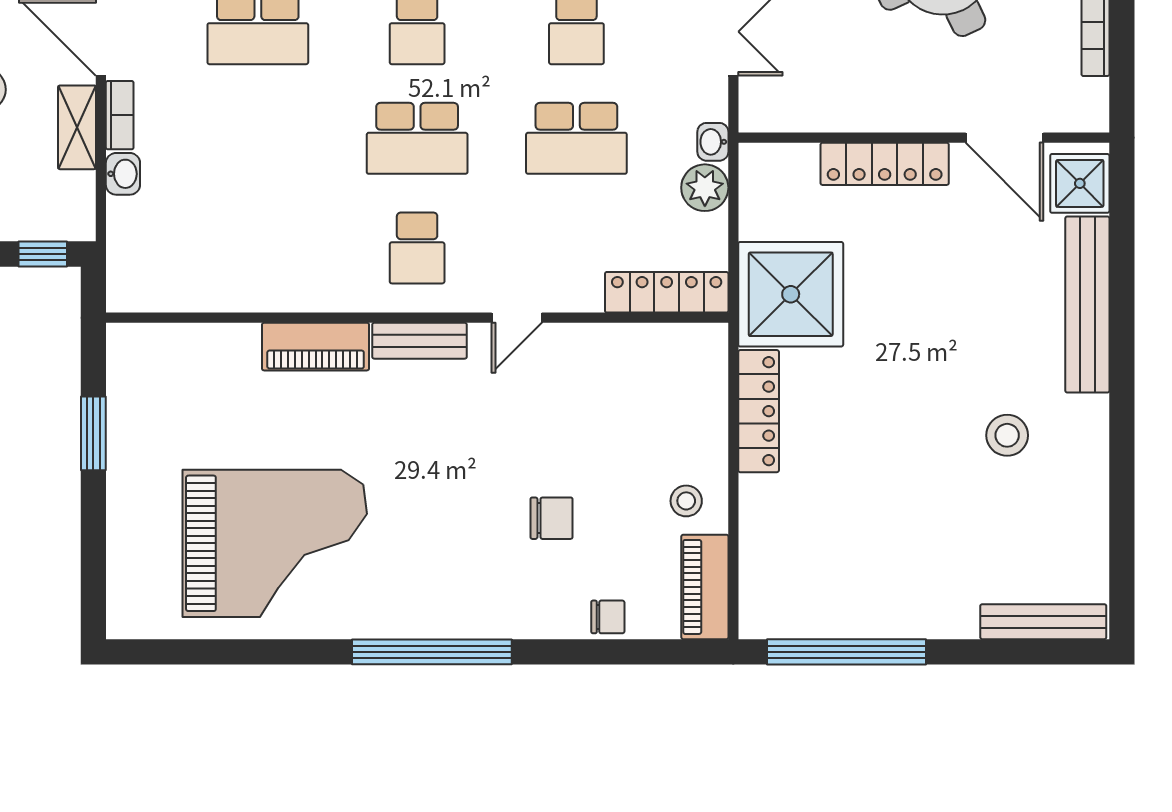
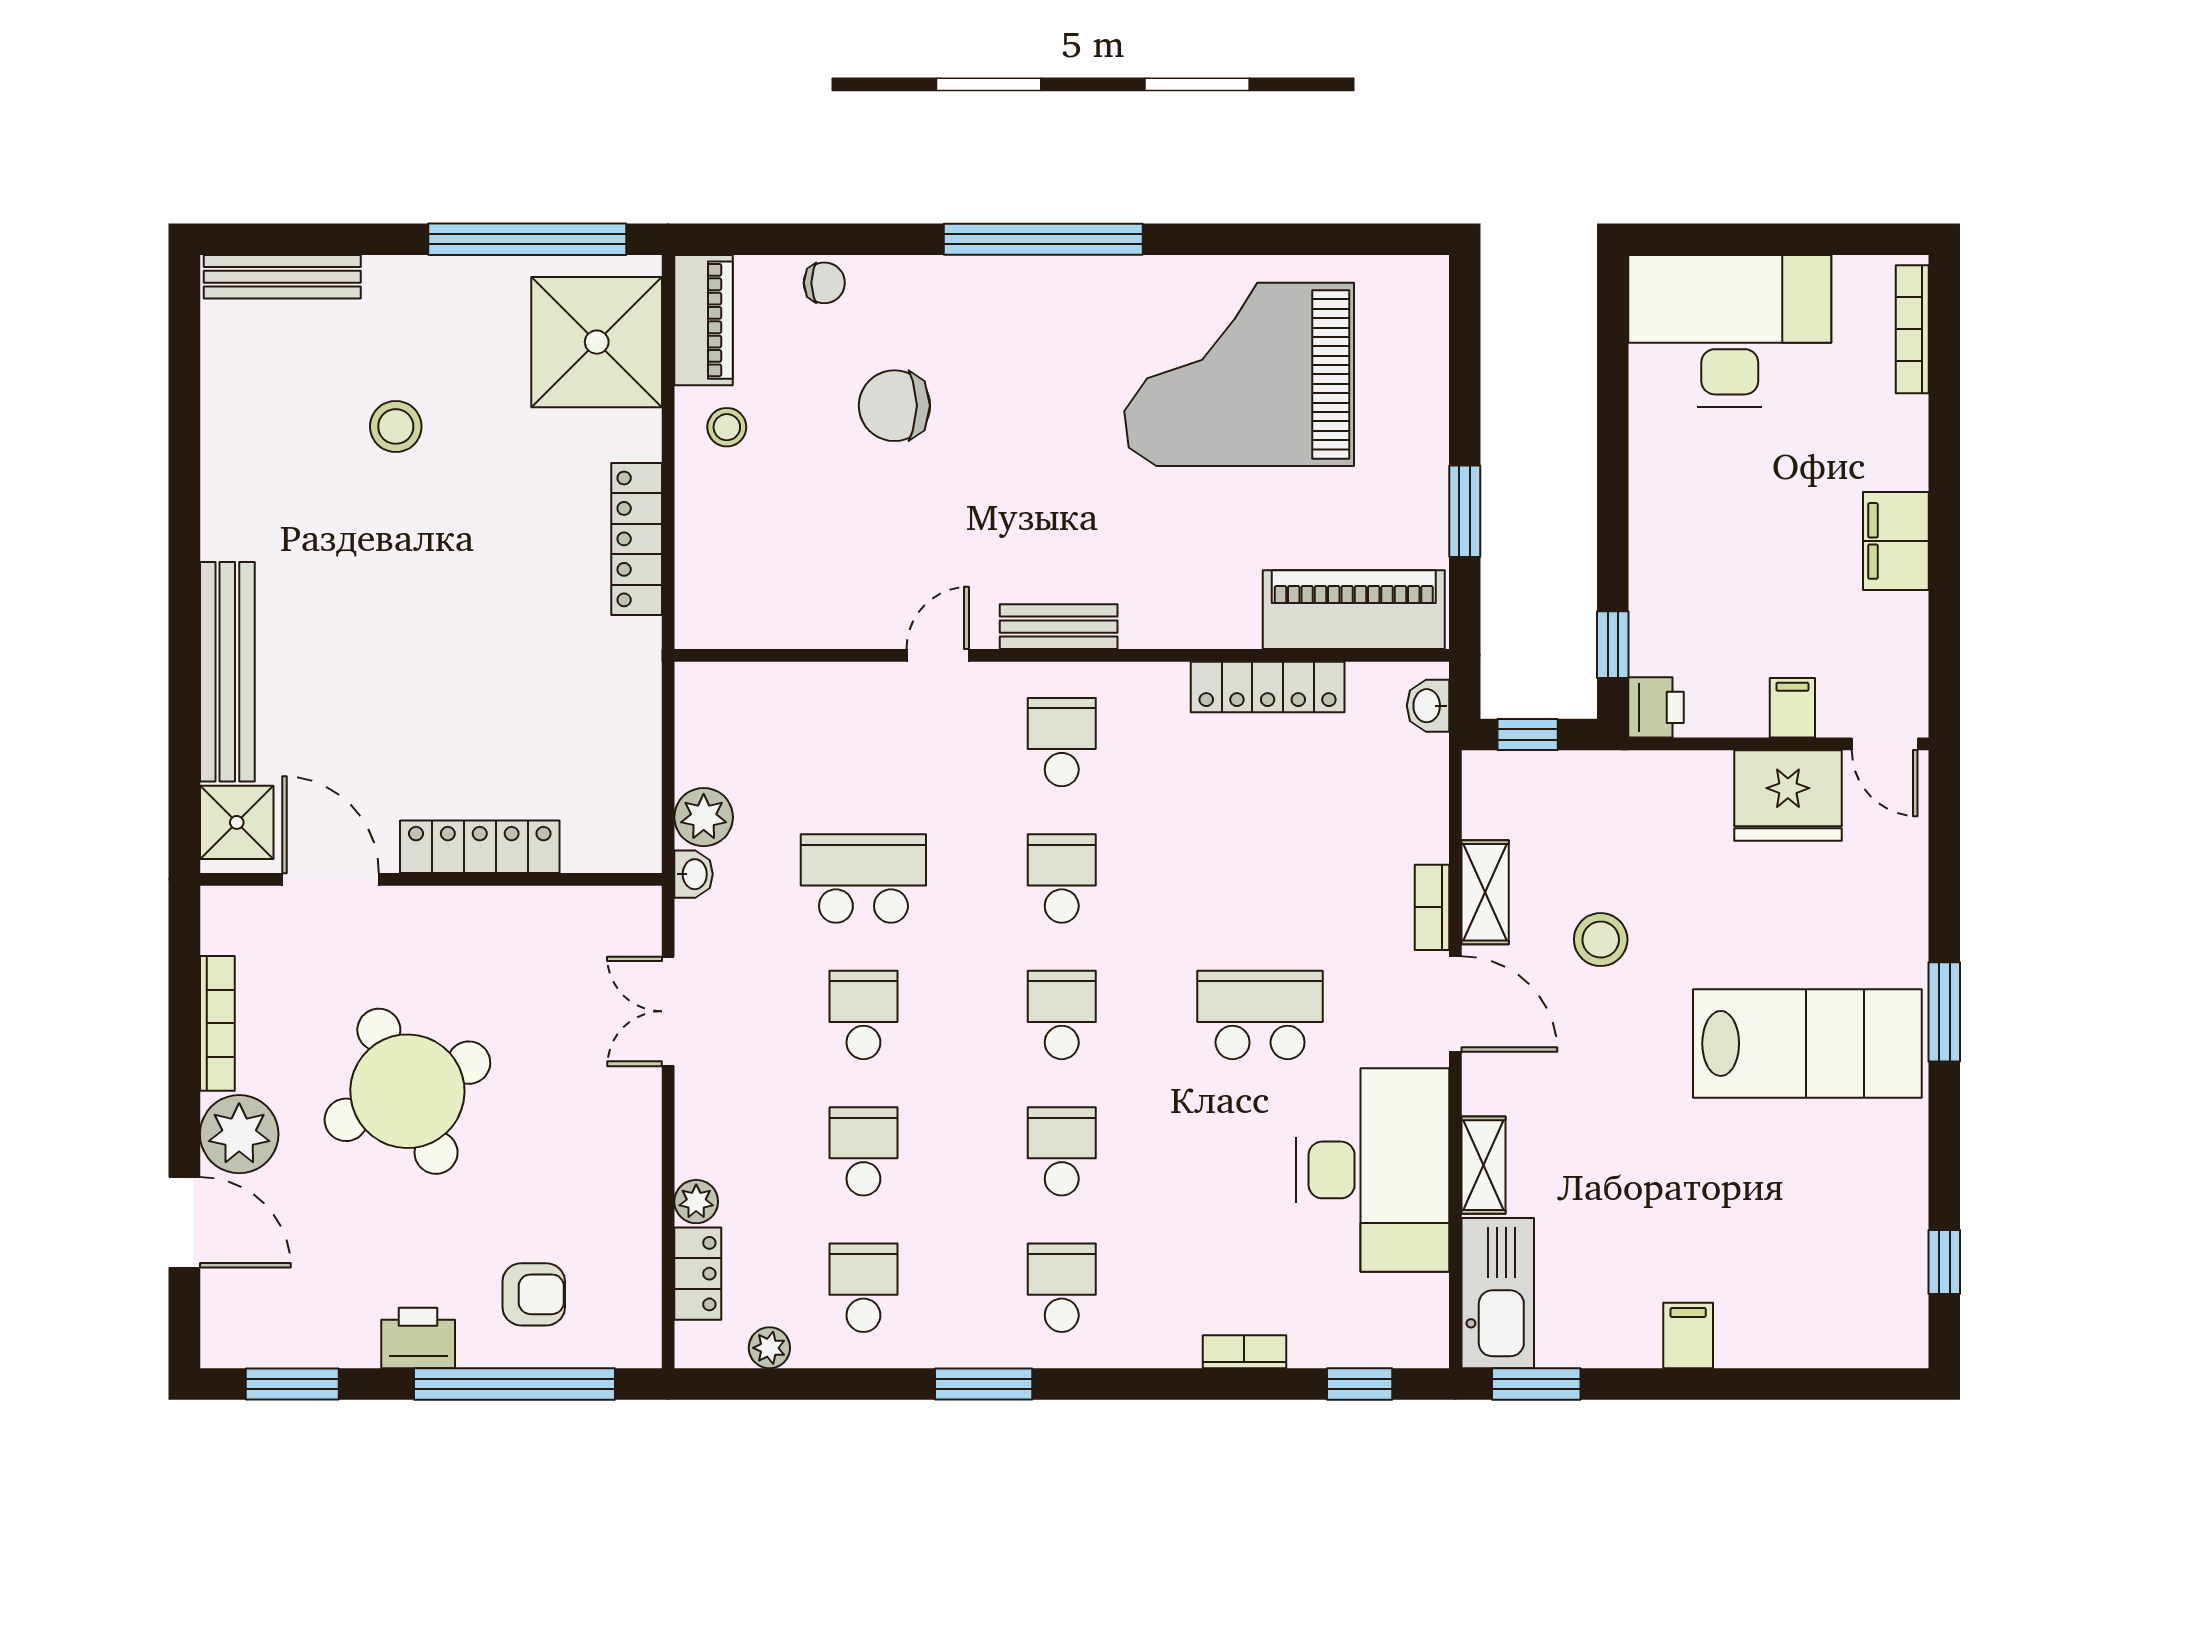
school desk: (417, 138) -> (1062, 879), width x0.54
washbasin: (123, 174) -> (1428, 706), moved
locker: (667, 292) -> (1268, 687), moved
shower: (791, 294) -> (597, 342), moved
piano: (316, 347) -> (1354, 610), moved, width x1.37, depth x1.33
stool: (1007, 435) -> (396, 426), moved
chair: (552, 518) -> (894, 406), width x1.37, depth x1.37
chair: (608, 617) -> (824, 283), turned 180

